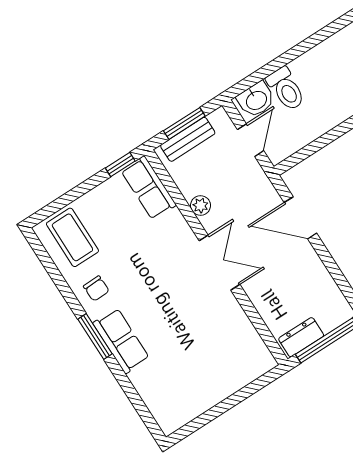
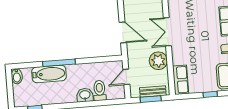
washbasin: (256, 100) -> (85, 95), moved
window: (120, 165) -> (210, 94), moved
plant: (201, 205) -> (158, 61), width x1.88, depth x1.88

